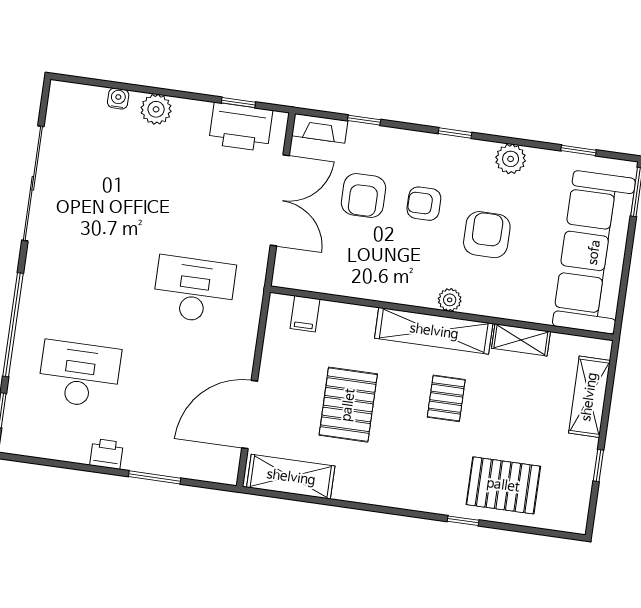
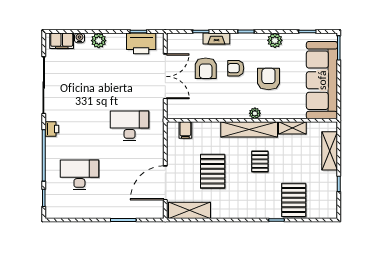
filing cabinet: (82, 99) -> (62, 41), added
fireplace: (320, 128) -> (216, 39), moved
printer: (106, 454) -> (52, 129), moved, turned 90
pallet: (503, 485) -> (294, 200), turned 90

